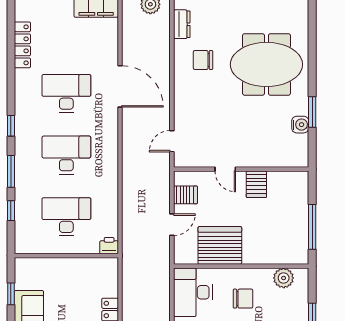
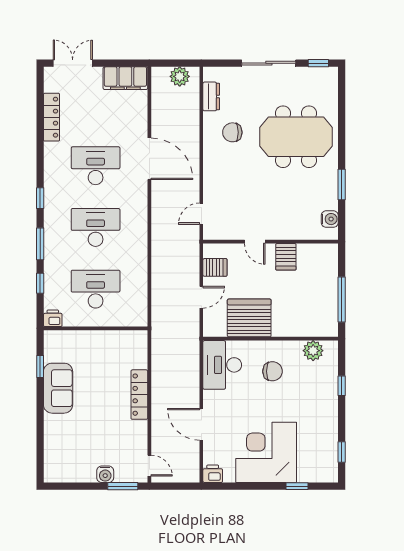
water cooler: (300, 125) -> (330, 219), moved
printer: (109, 246) -> (53, 318), moved

